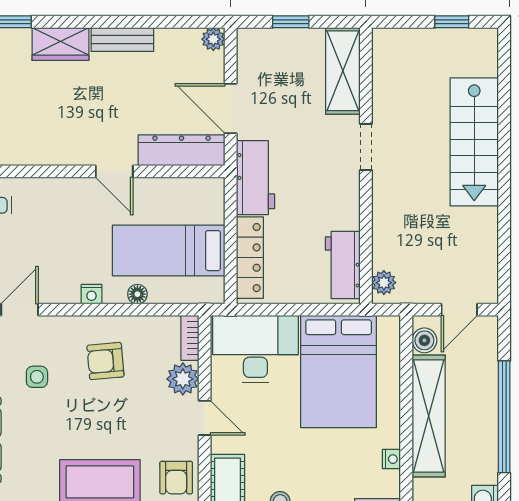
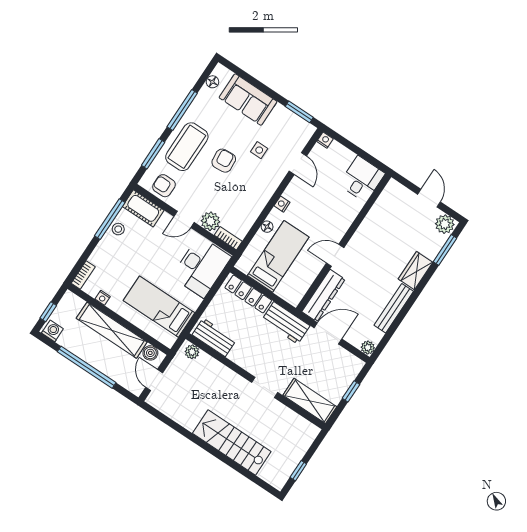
bench: (122, 39) -> (394, 308), width x1.36
armchair: (105, 361) -> (224, 161), moved
bed: (339, 372) -> (159, 307), width x0.67

